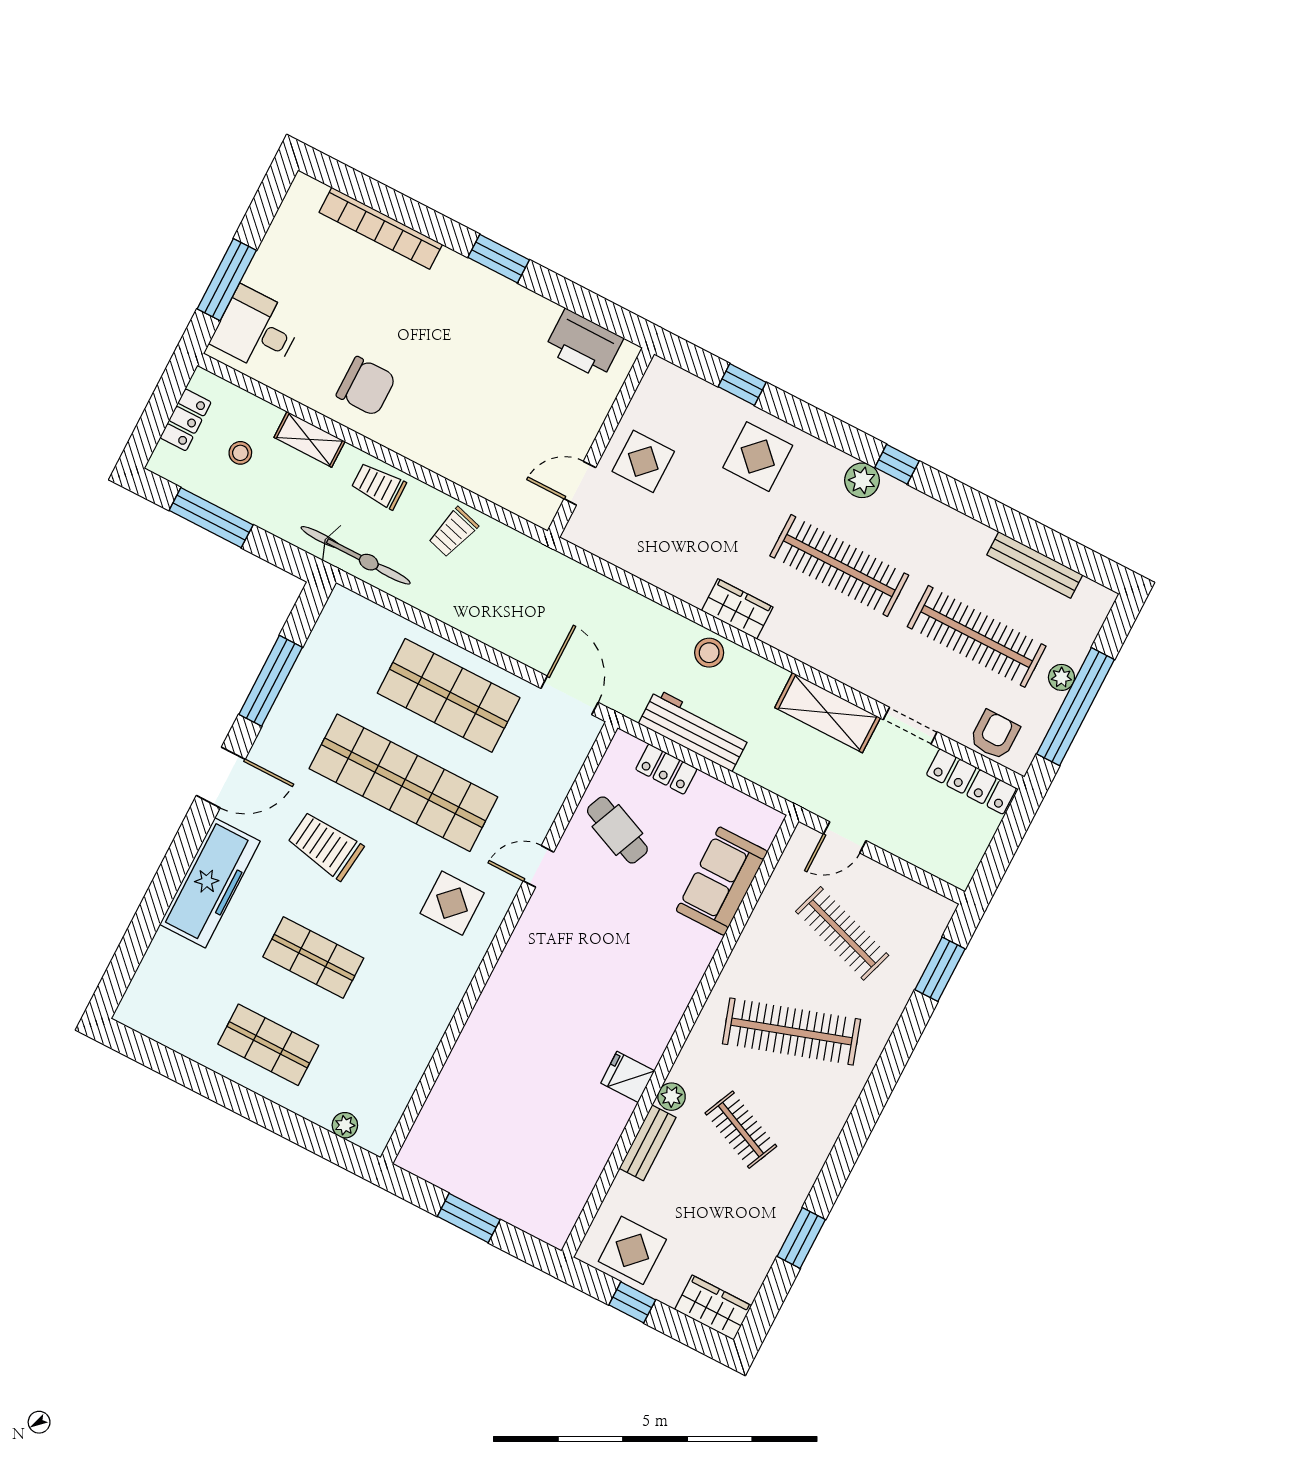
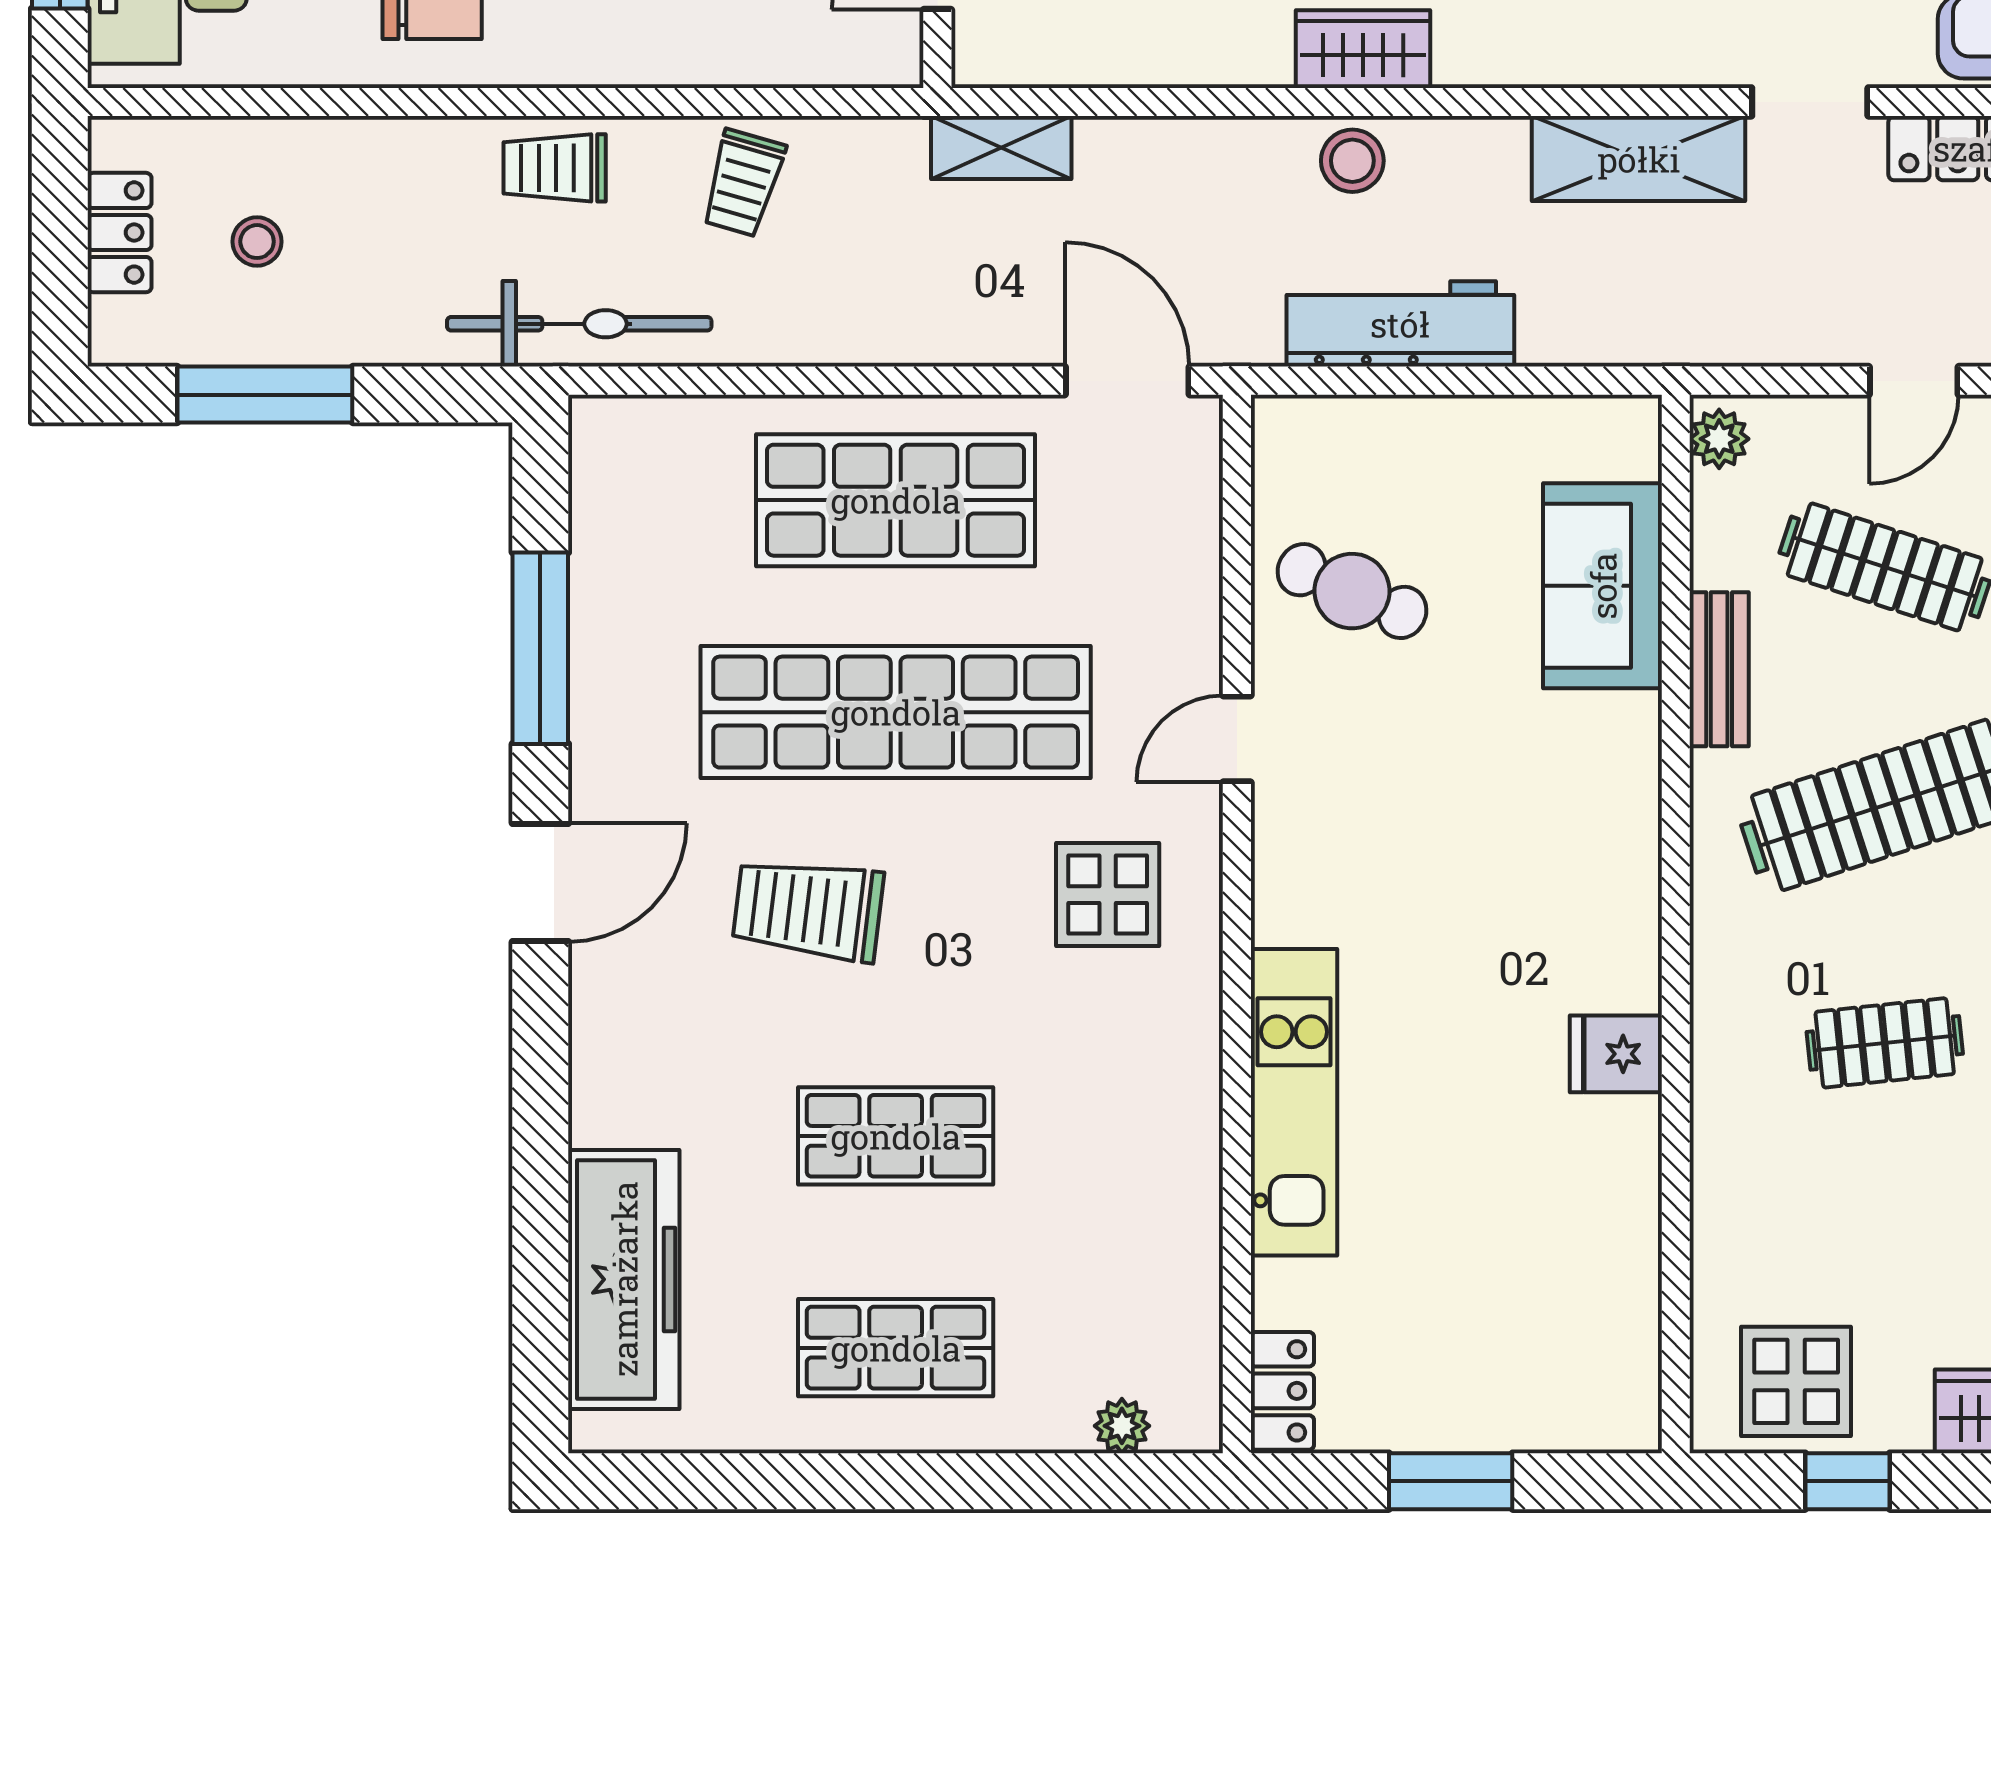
shelving: (309, 439) -> (1001, 147), moved
locker: (666, 769) -> (1282, 1391), moved, turned -90
door: (845, 837) -> (1914, 381), moved
freezer: (210, 883) -> (624, 1279), moved
kitchen unit: (485, 1028) -> (1294, 1102), added
plant: (672, 1097) -> (1719, 439), moved
clothes rail: (741, 1130) -> (1885, 1043), turned -30
bench: (648, 1143) -> (1719, 669), moved

